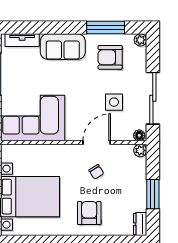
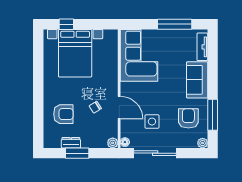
armchair: (89, 213) -> (63, 114), moved
dresser: (140, 224) -> (71, 143), moved

